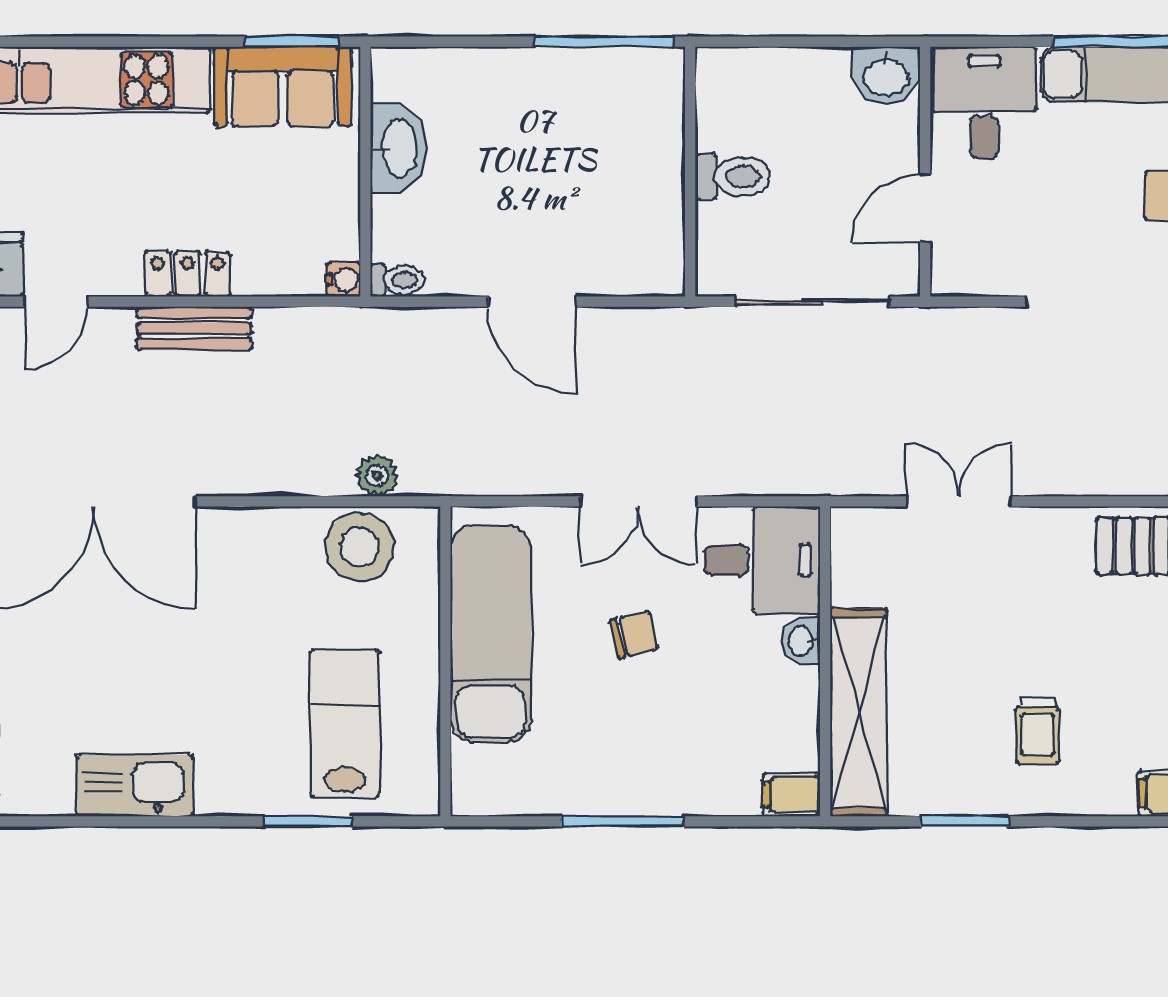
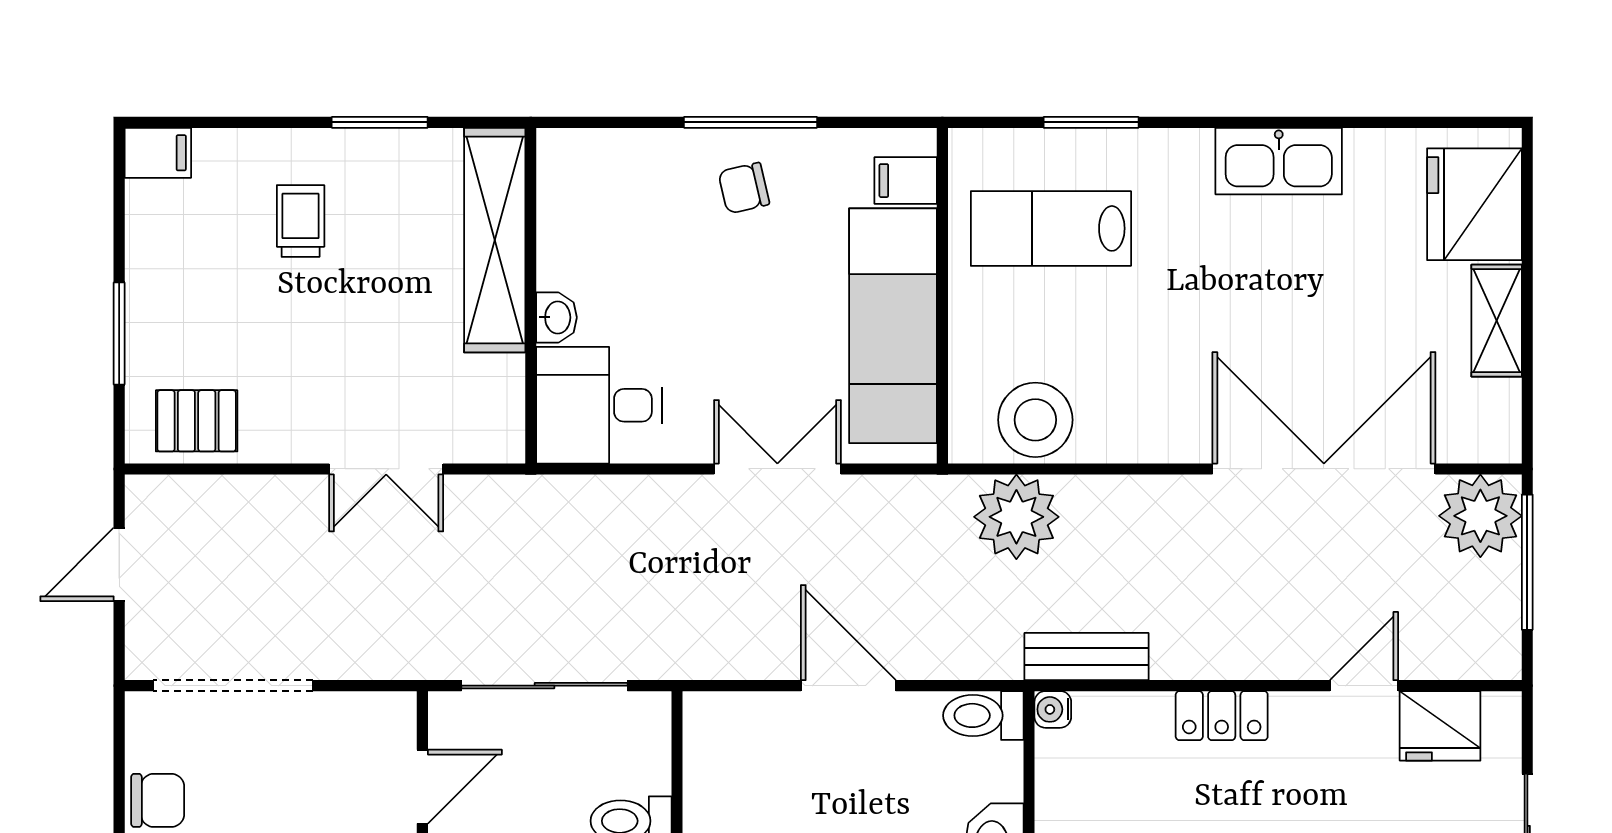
toilet: (397, 280) -> (983, 715), width x1.37, depth x1.39
bench: (194, 328) -> (1087, 656), moved
plant: (377, 476) -> (1016, 517), width x1.88, depth x1.88
double door: (639, 501) -> (777, 469), moved
chair: (634, 635) -> (744, 188), moved
lab bench: (345, 723) -> (1051, 228), turned 90
filing cabinet: (791, 795) -> (906, 181), moved, turned 180

